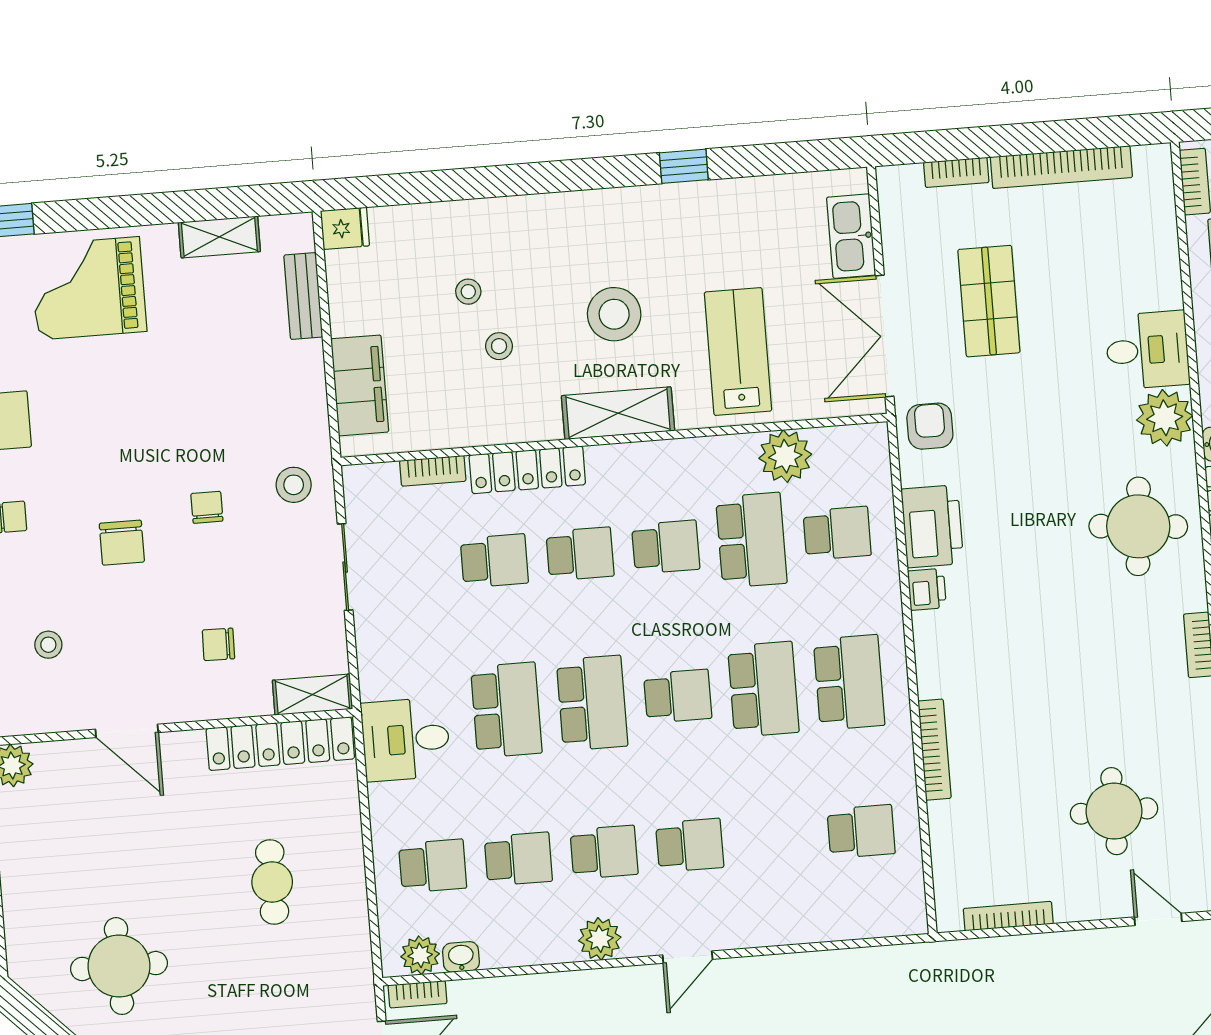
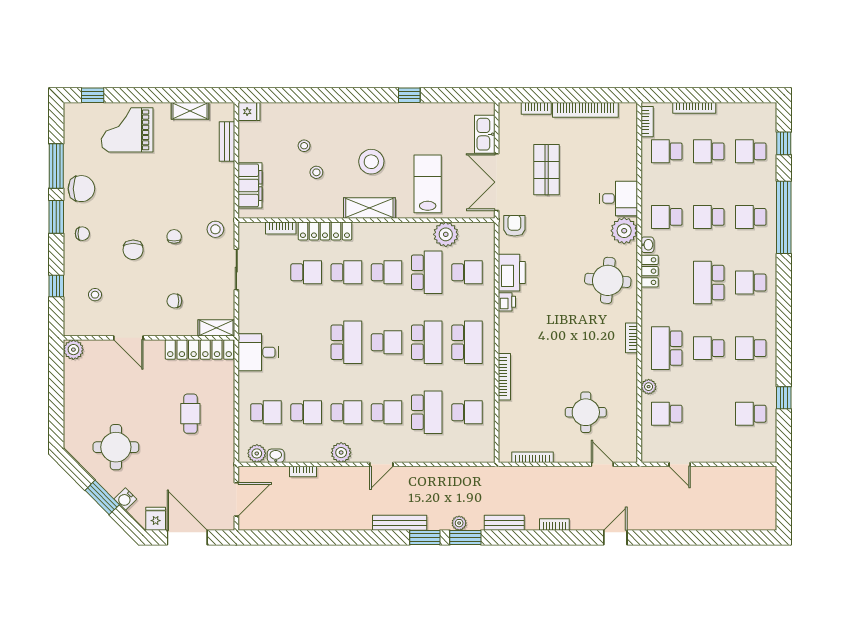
school desk: (506, 710) -> (427, 412), moved
bookcase: (418, 994) -> (303, 472), moved

